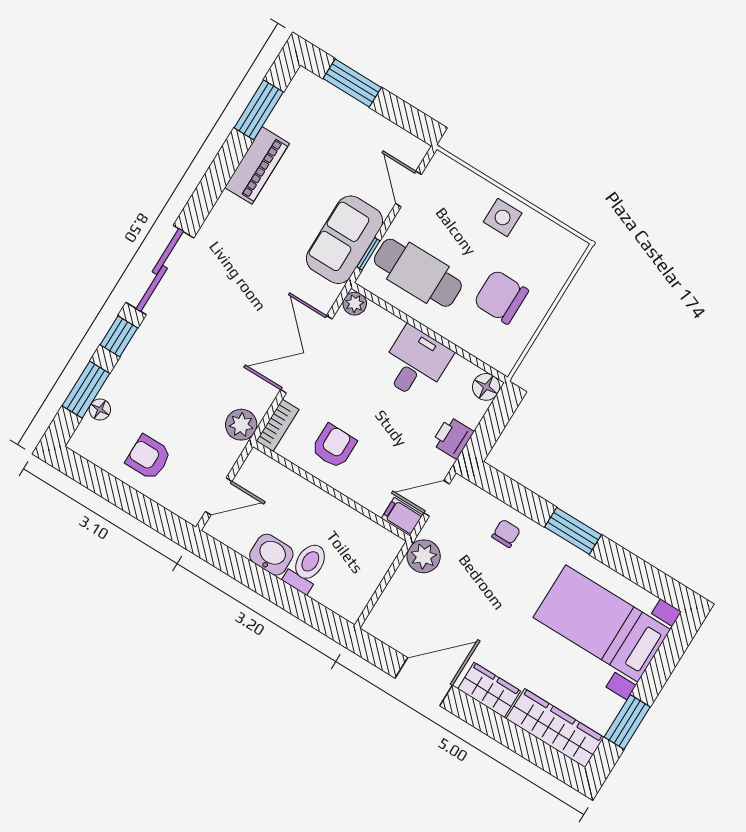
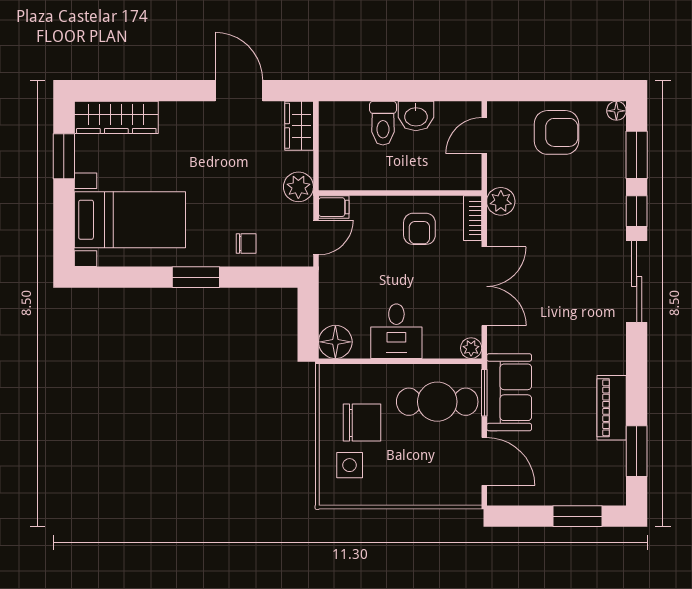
door: (408, 189) -> (484, 461), width x1.38
side table: (503, 217) -> (350, 465), moved
window: (368, 254) -> (484, 393), width x1.50
floor lamp: (486, 387) -> (335, 342), width x1.38, depth x1.38
floor lamp: (100, 410) -> (616, 111), moved
printer: (453, 438) -> (332, 292), removed
armchair: (148, 457) -> (556, 132), width x1.38, depth x1.38
chair: (506, 533) -> (246, 243), turned -90
door: (424, 682) -> (239, 91), swing flipped
wardrobe: (489, 690) -> (299, 126), moved, turned 90

